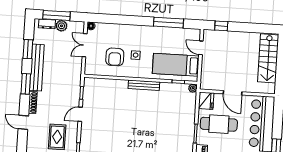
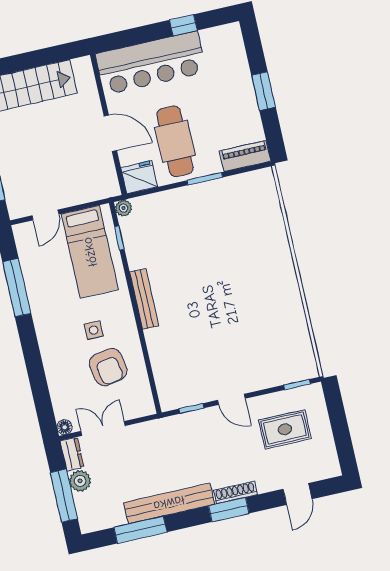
dresser: (47, 24) -> (72, 454), moved
double door: (85, 45) -> (103, 428), swing flipped
window: (28, 49) -> (140, 530), width x1.44
armchair: (115, 57) -> (108, 367), turned 79
window: (26, 84) -> (229, 510), moved
door: (232, 93) -> (110, 133), hinge flipped
door: (23, 122) -> (298, 494), moved

